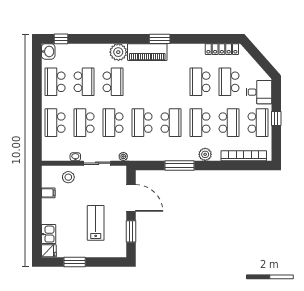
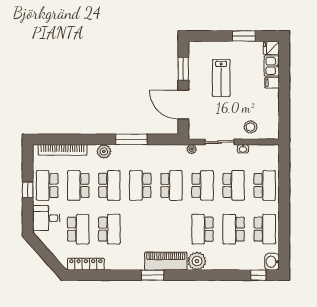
filing cabinet: (48, 193) -> (272, 83), moved

